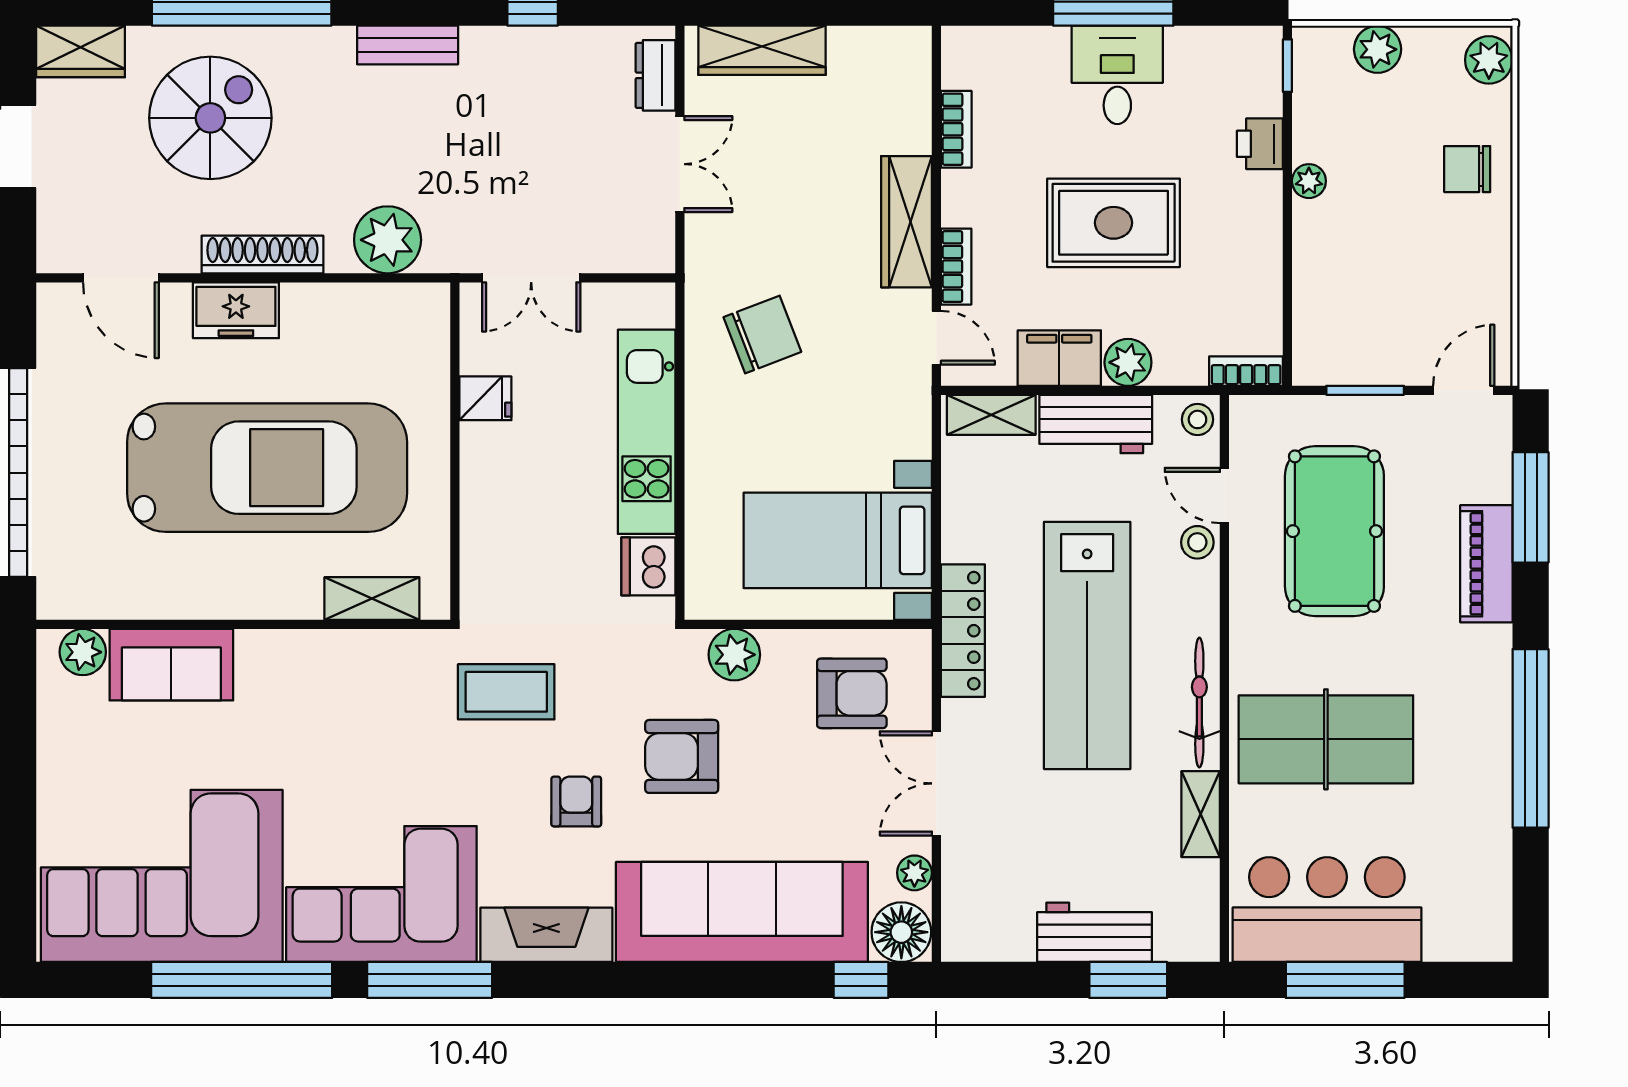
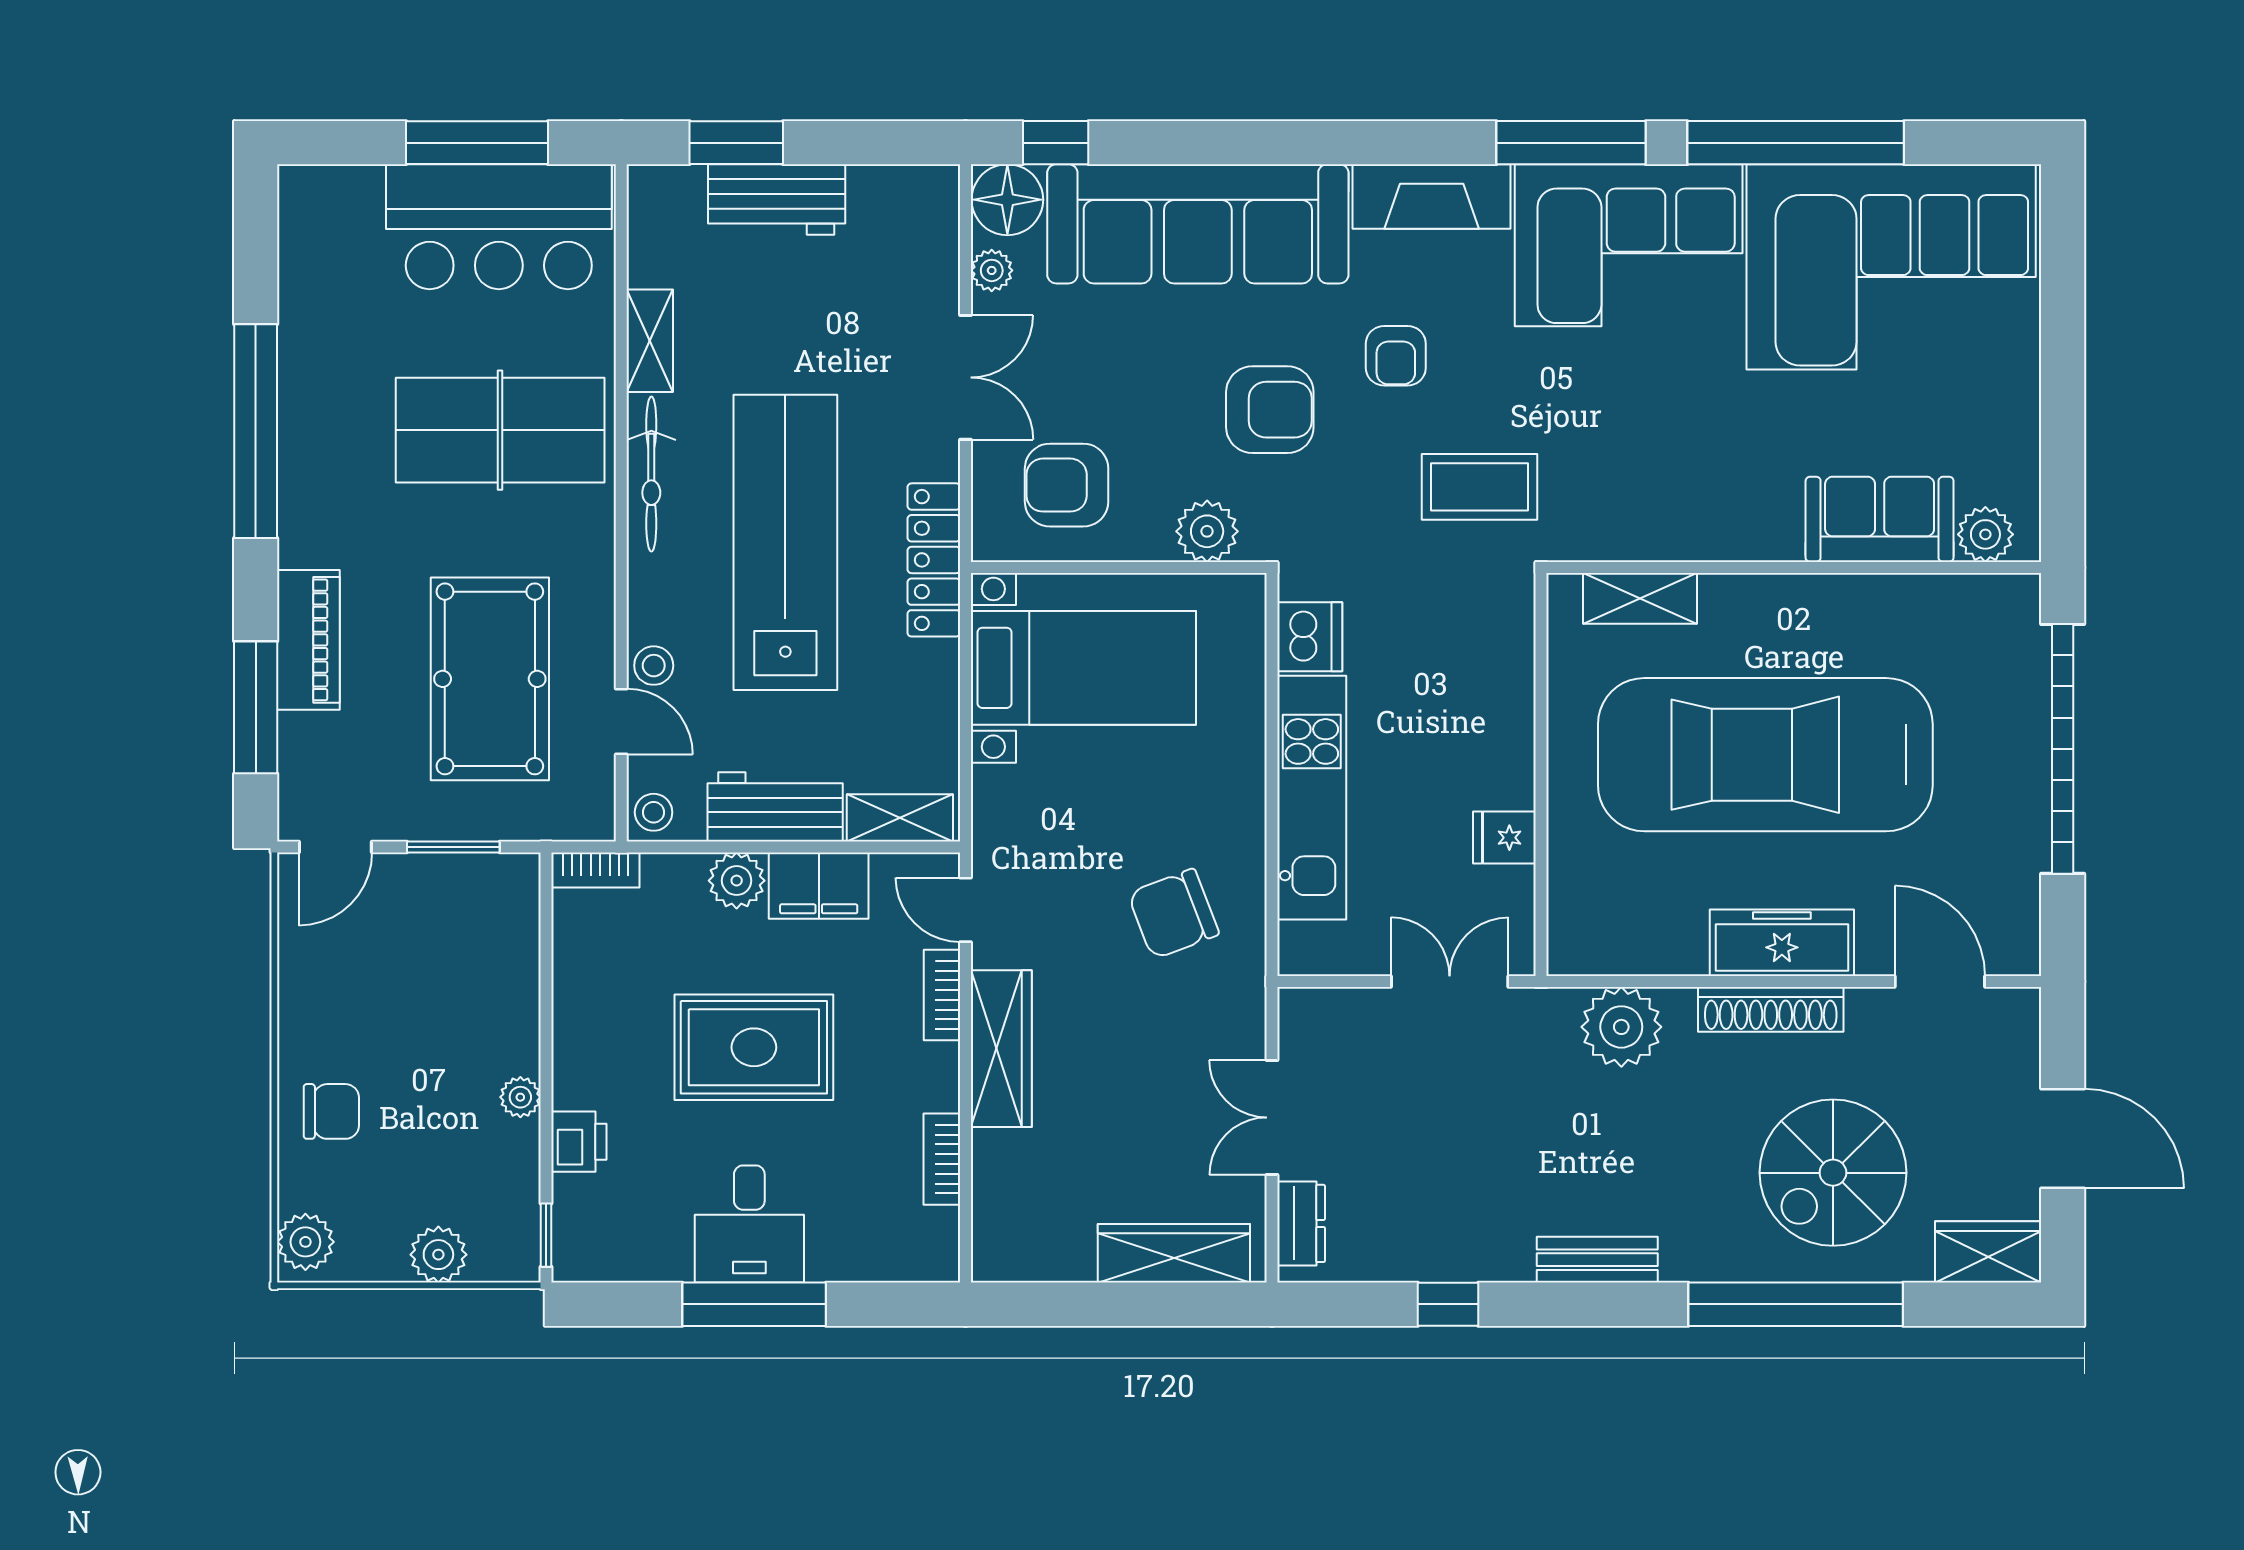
freezer: (236, 310) -> (1782, 943), width x1.40

